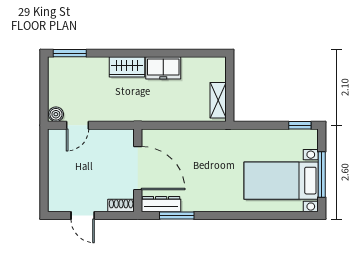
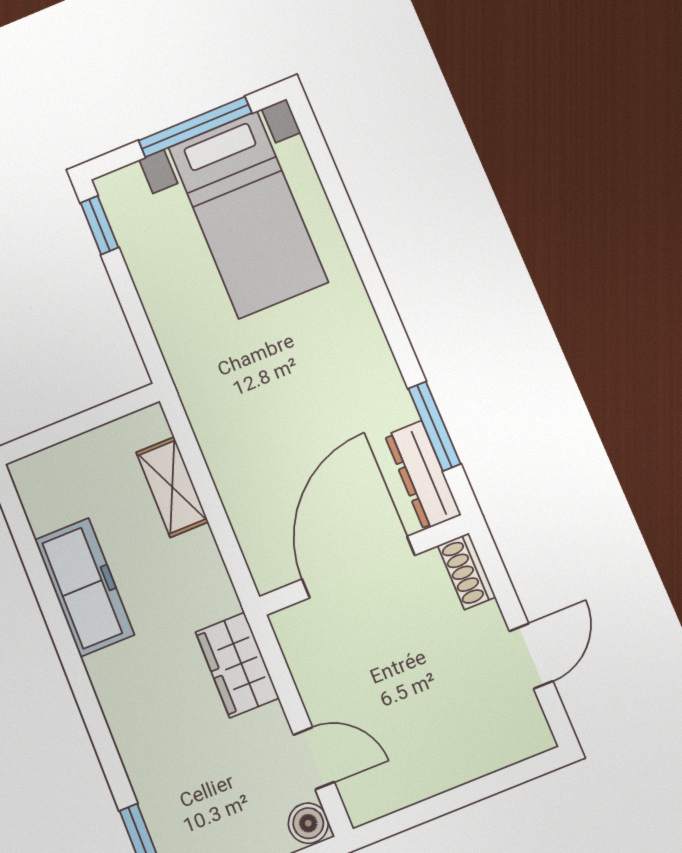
wardrobe: (127, 67) -> (237, 665), moved, turned 180
freezer: (163, 68) -> (84, 587), width x1.40
shelving: (218, 100) -> (172, 487), moved, turned 90

